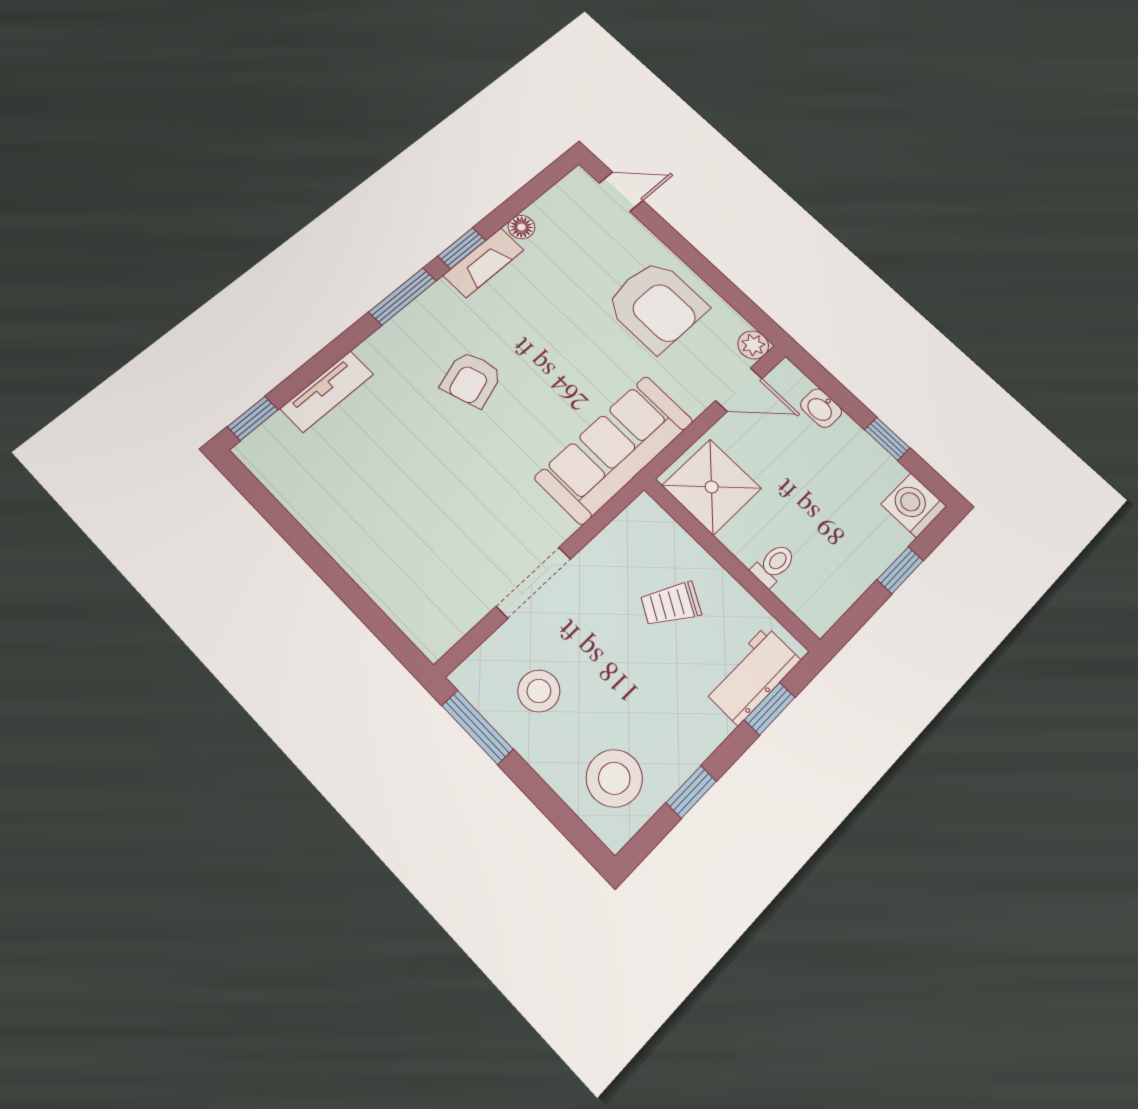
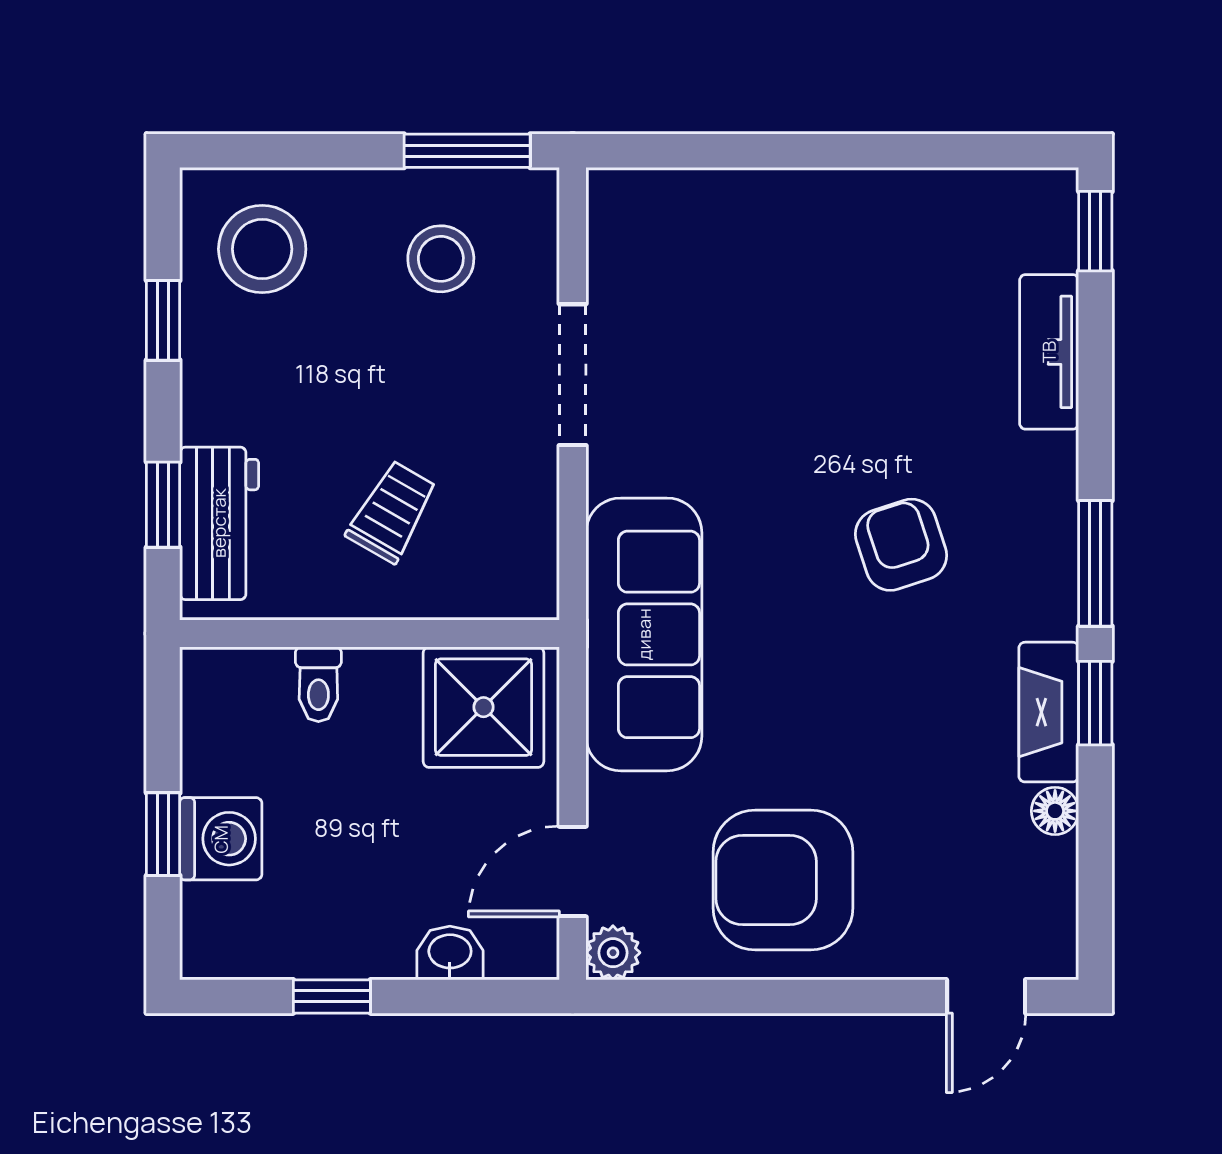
washing machine: (914, 505) -> (221, 839), moved

